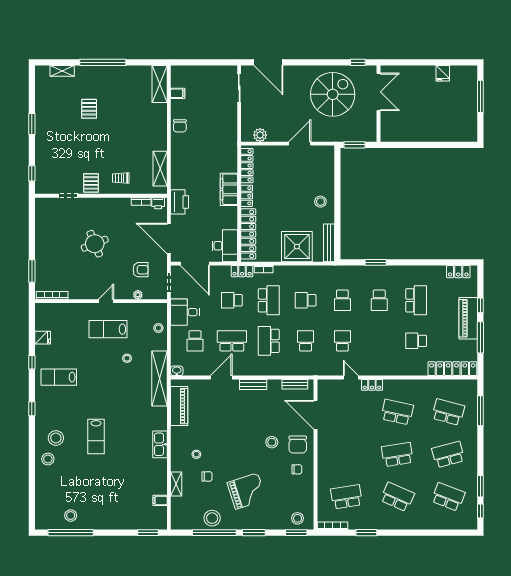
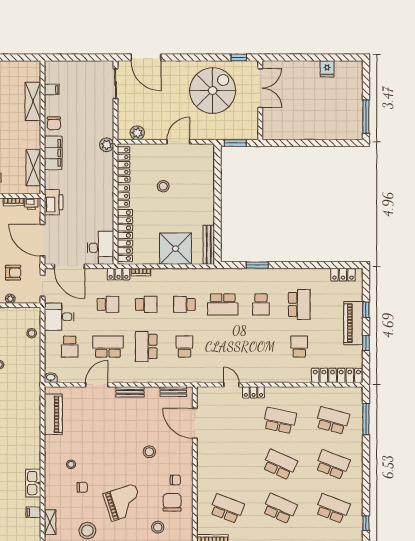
shelving: (160, 84) -> (33, 101), moved
window: (480, 96) -> (366, 117), moved
plant: (231, 147) -> (107, 145), added
filing cabinet: (229, 189) -> (53, 153), moved, turned 180
stool: (320, 202) -> (163, 186), moved
school desk: (232, 300) -> (108, 304), turned 180
school desk: (269, 300) -> (146, 304), width x0.54
school desk: (342, 300) -> (223, 304), width x1.85
window: (480, 337) -> (366, 343), width x0.46
school desk: (342, 341) -> (223, 347), removed
school desk: (416, 341) -> (299, 347), turned 90
shelving: (160, 378) -> (33, 386), removed
kitchen sink: (160, 444) -> (33, 483), moved
chair: (298, 445) -> (172, 502), moved, turned 180
school desk: (397, 454) -> (280, 465), turned 33
school desk: (448, 454) -> (333, 465), turned 36
shelving: (176, 484) -> (50, 522), moved
window: (480, 486) -> (366, 497), removed
school desk: (346, 497) -> (227, 509), turned 30
stool: (298, 518) -> (158, 527), moved

